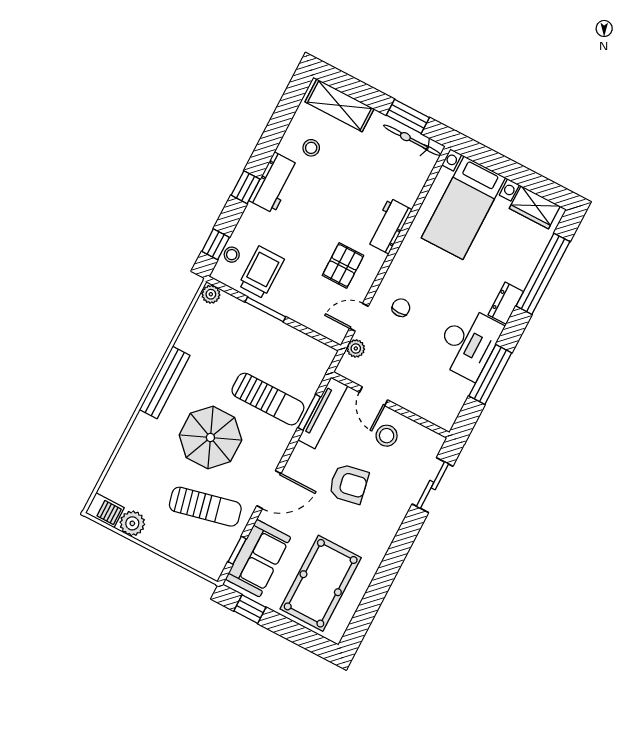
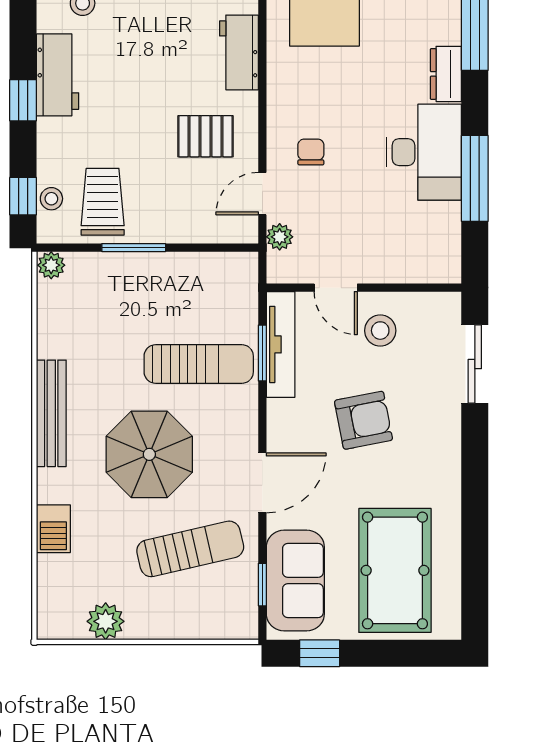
pallet: (343, 265) -> (206, 136), turned 90
barbecue: (105, 510) -> (53, 529), moved, turned 90

